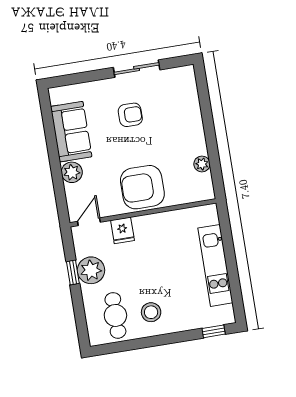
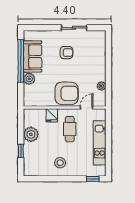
window: (52, 143) -> (21, 61), added
armchair: (142, 187) -> (67, 93), turned 180
door: (89, 222) -> (86, 108), moved
window: (73, 273) -> (21, 151), moved
cafe table: (115, 315) -> (70, 129), moved

